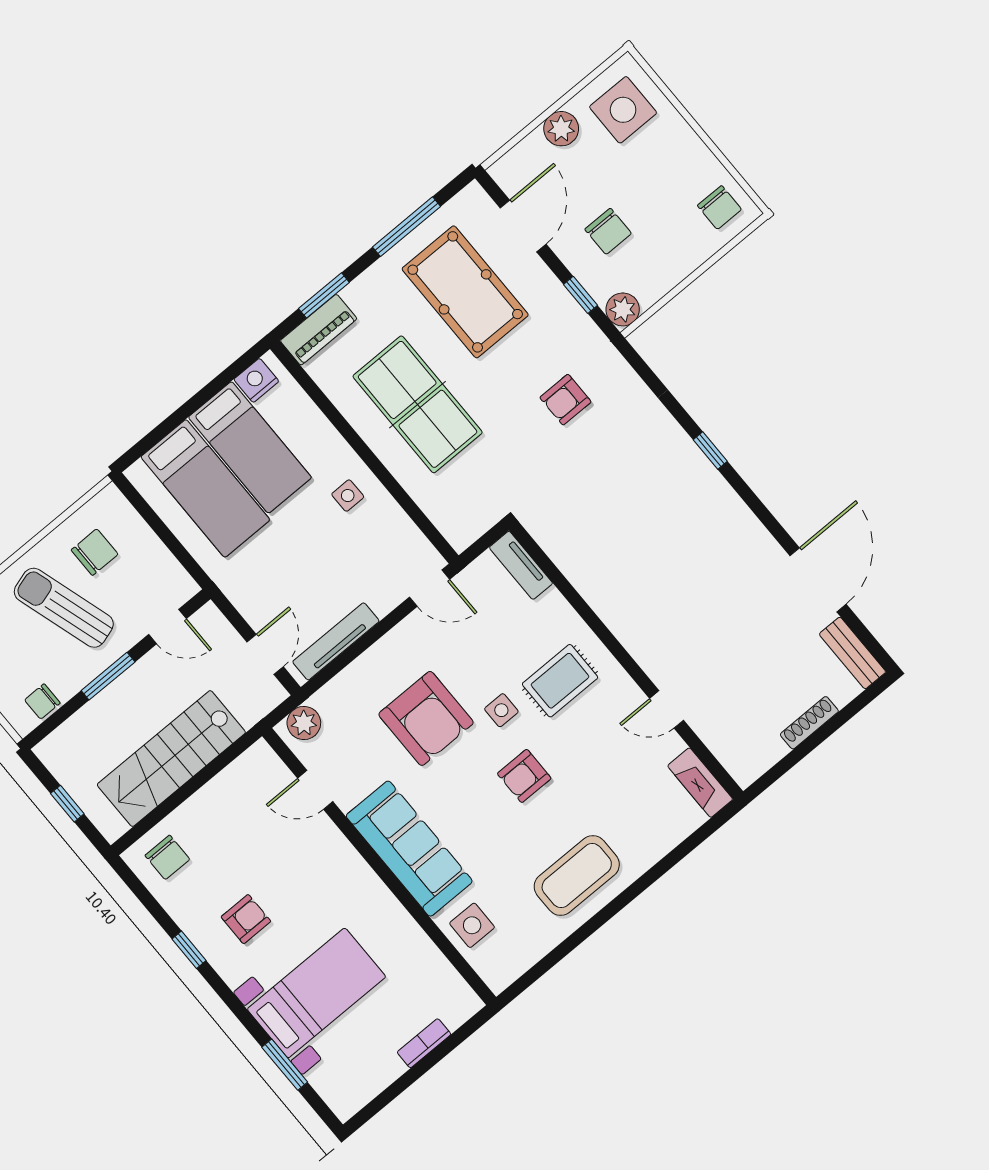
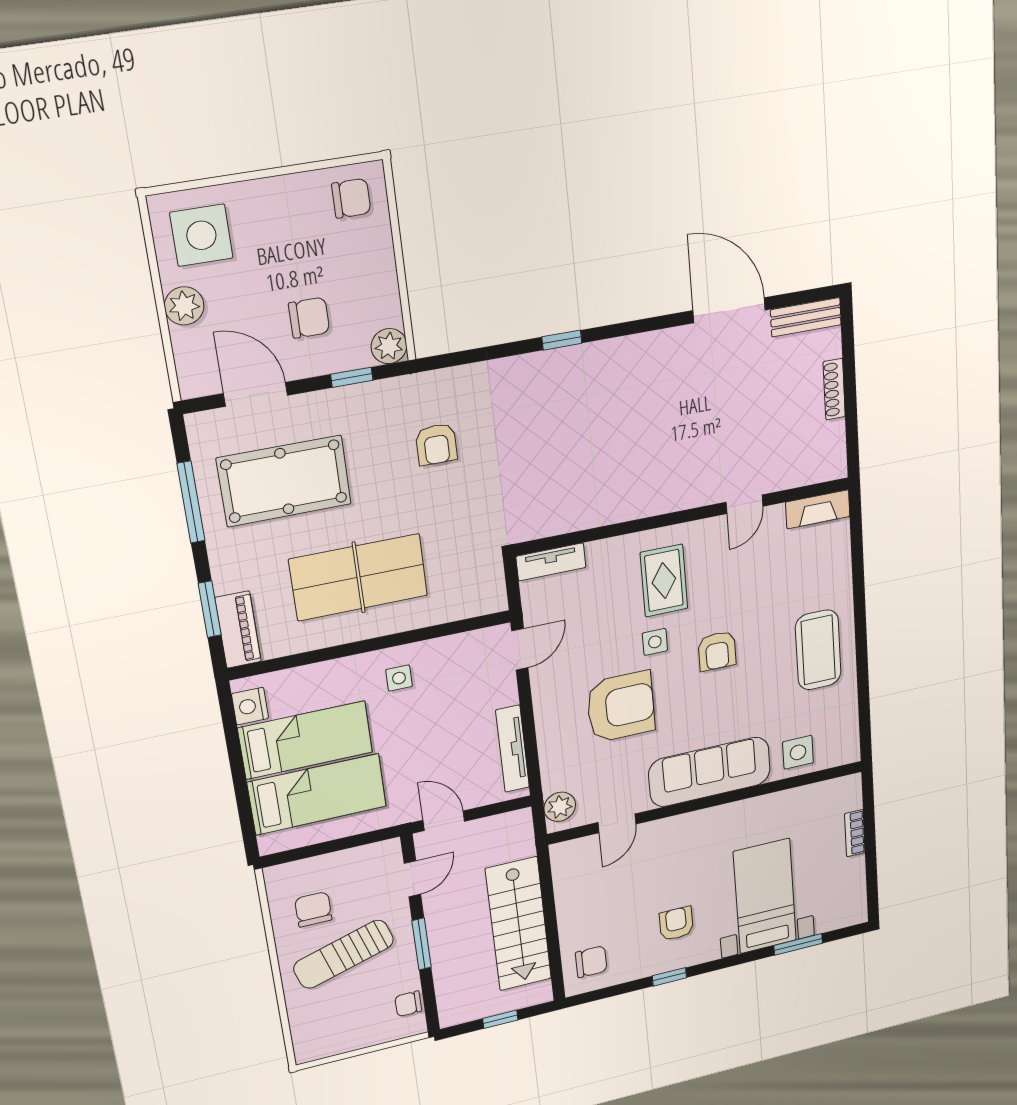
door: (265, 654) -> (444, 821), moved
chair: (42, 701) -> (408, 1004), turned 90

